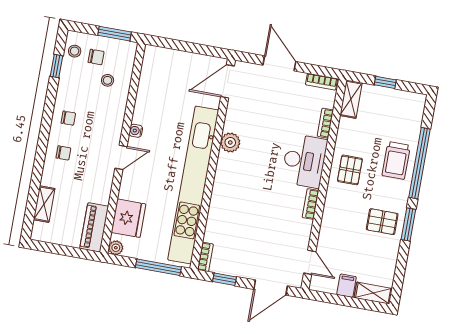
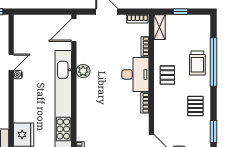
door: (121, 157) -> (11, 62), moved
pallet: (382, 222) -> (195, 106), turned 90
window: (408, 225) -> (213, 131), moved

